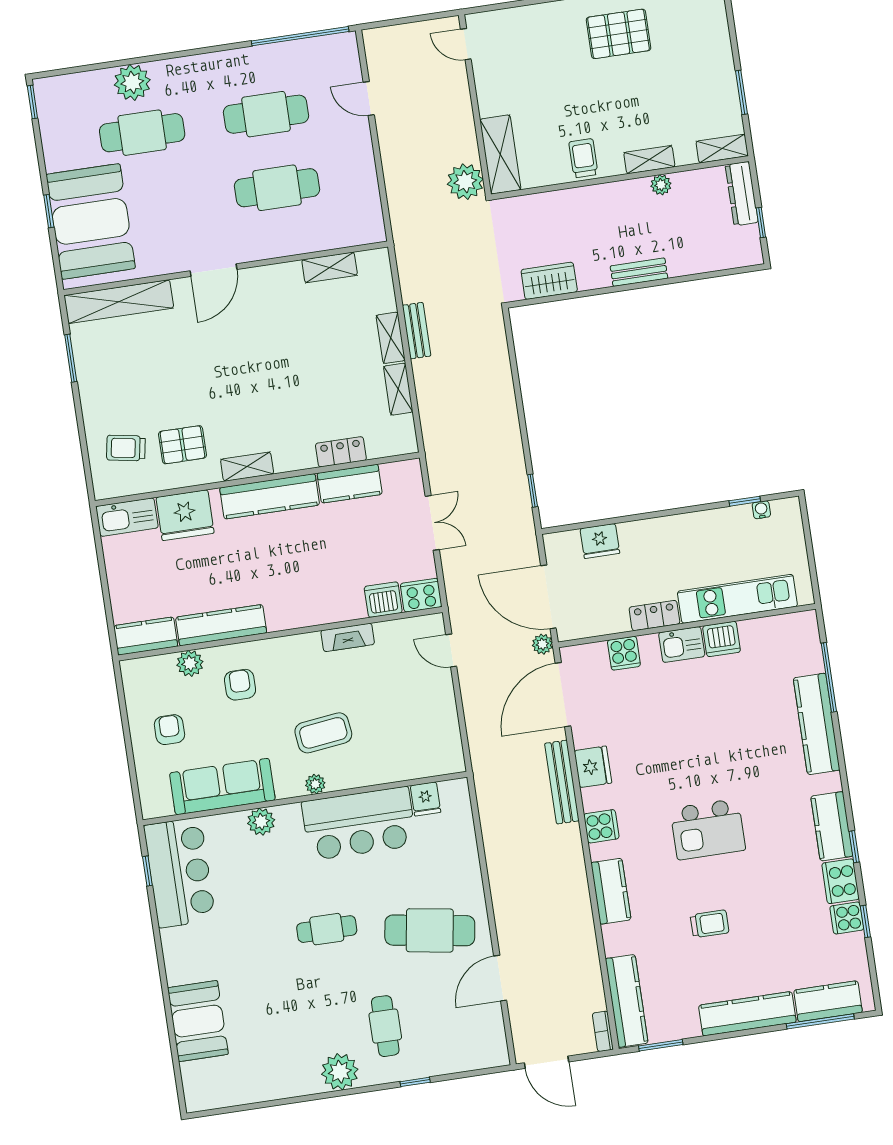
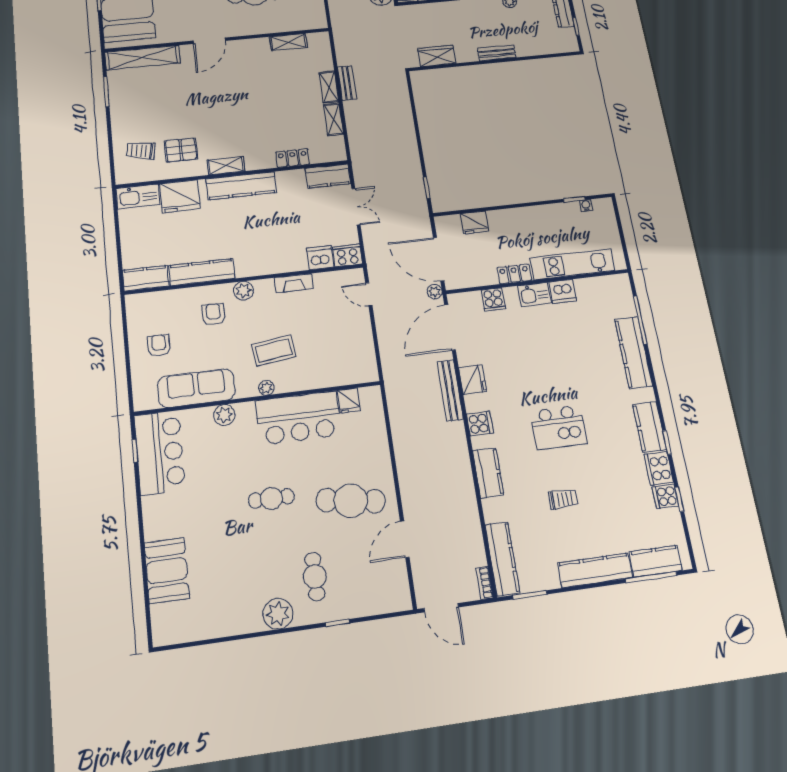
kitchen counter: (350, 484) -> (328, 176), moved
plant: (190, 663) -> (244, 291), moved

